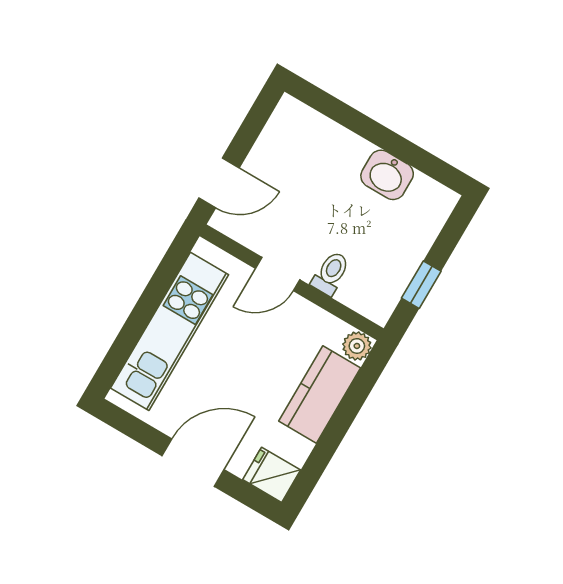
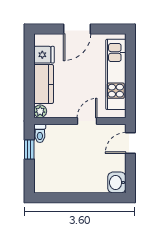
washbasin: (387, 175) -> (117, 182), moved, turned -90
toilet: (331, 273) -> (40, 133), moved
fridge: (272, 475) -> (44, 55), moved

